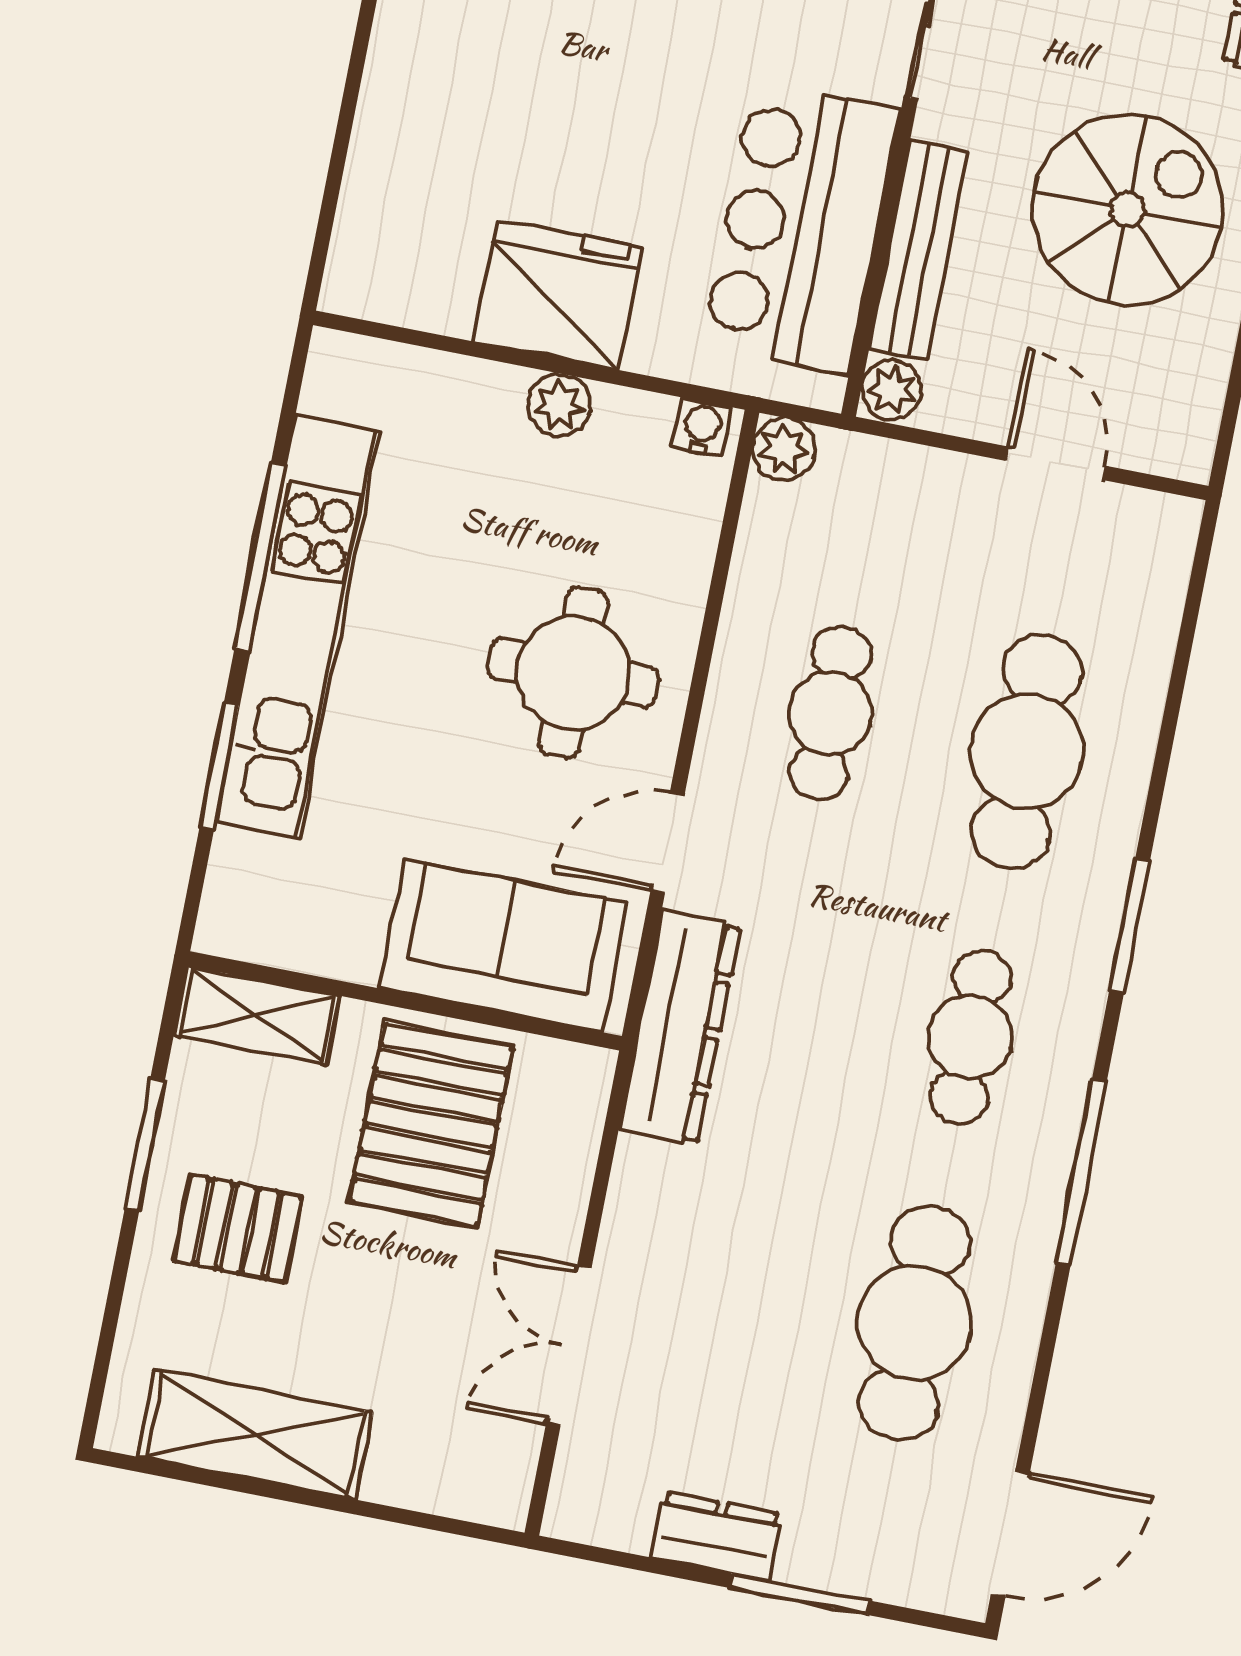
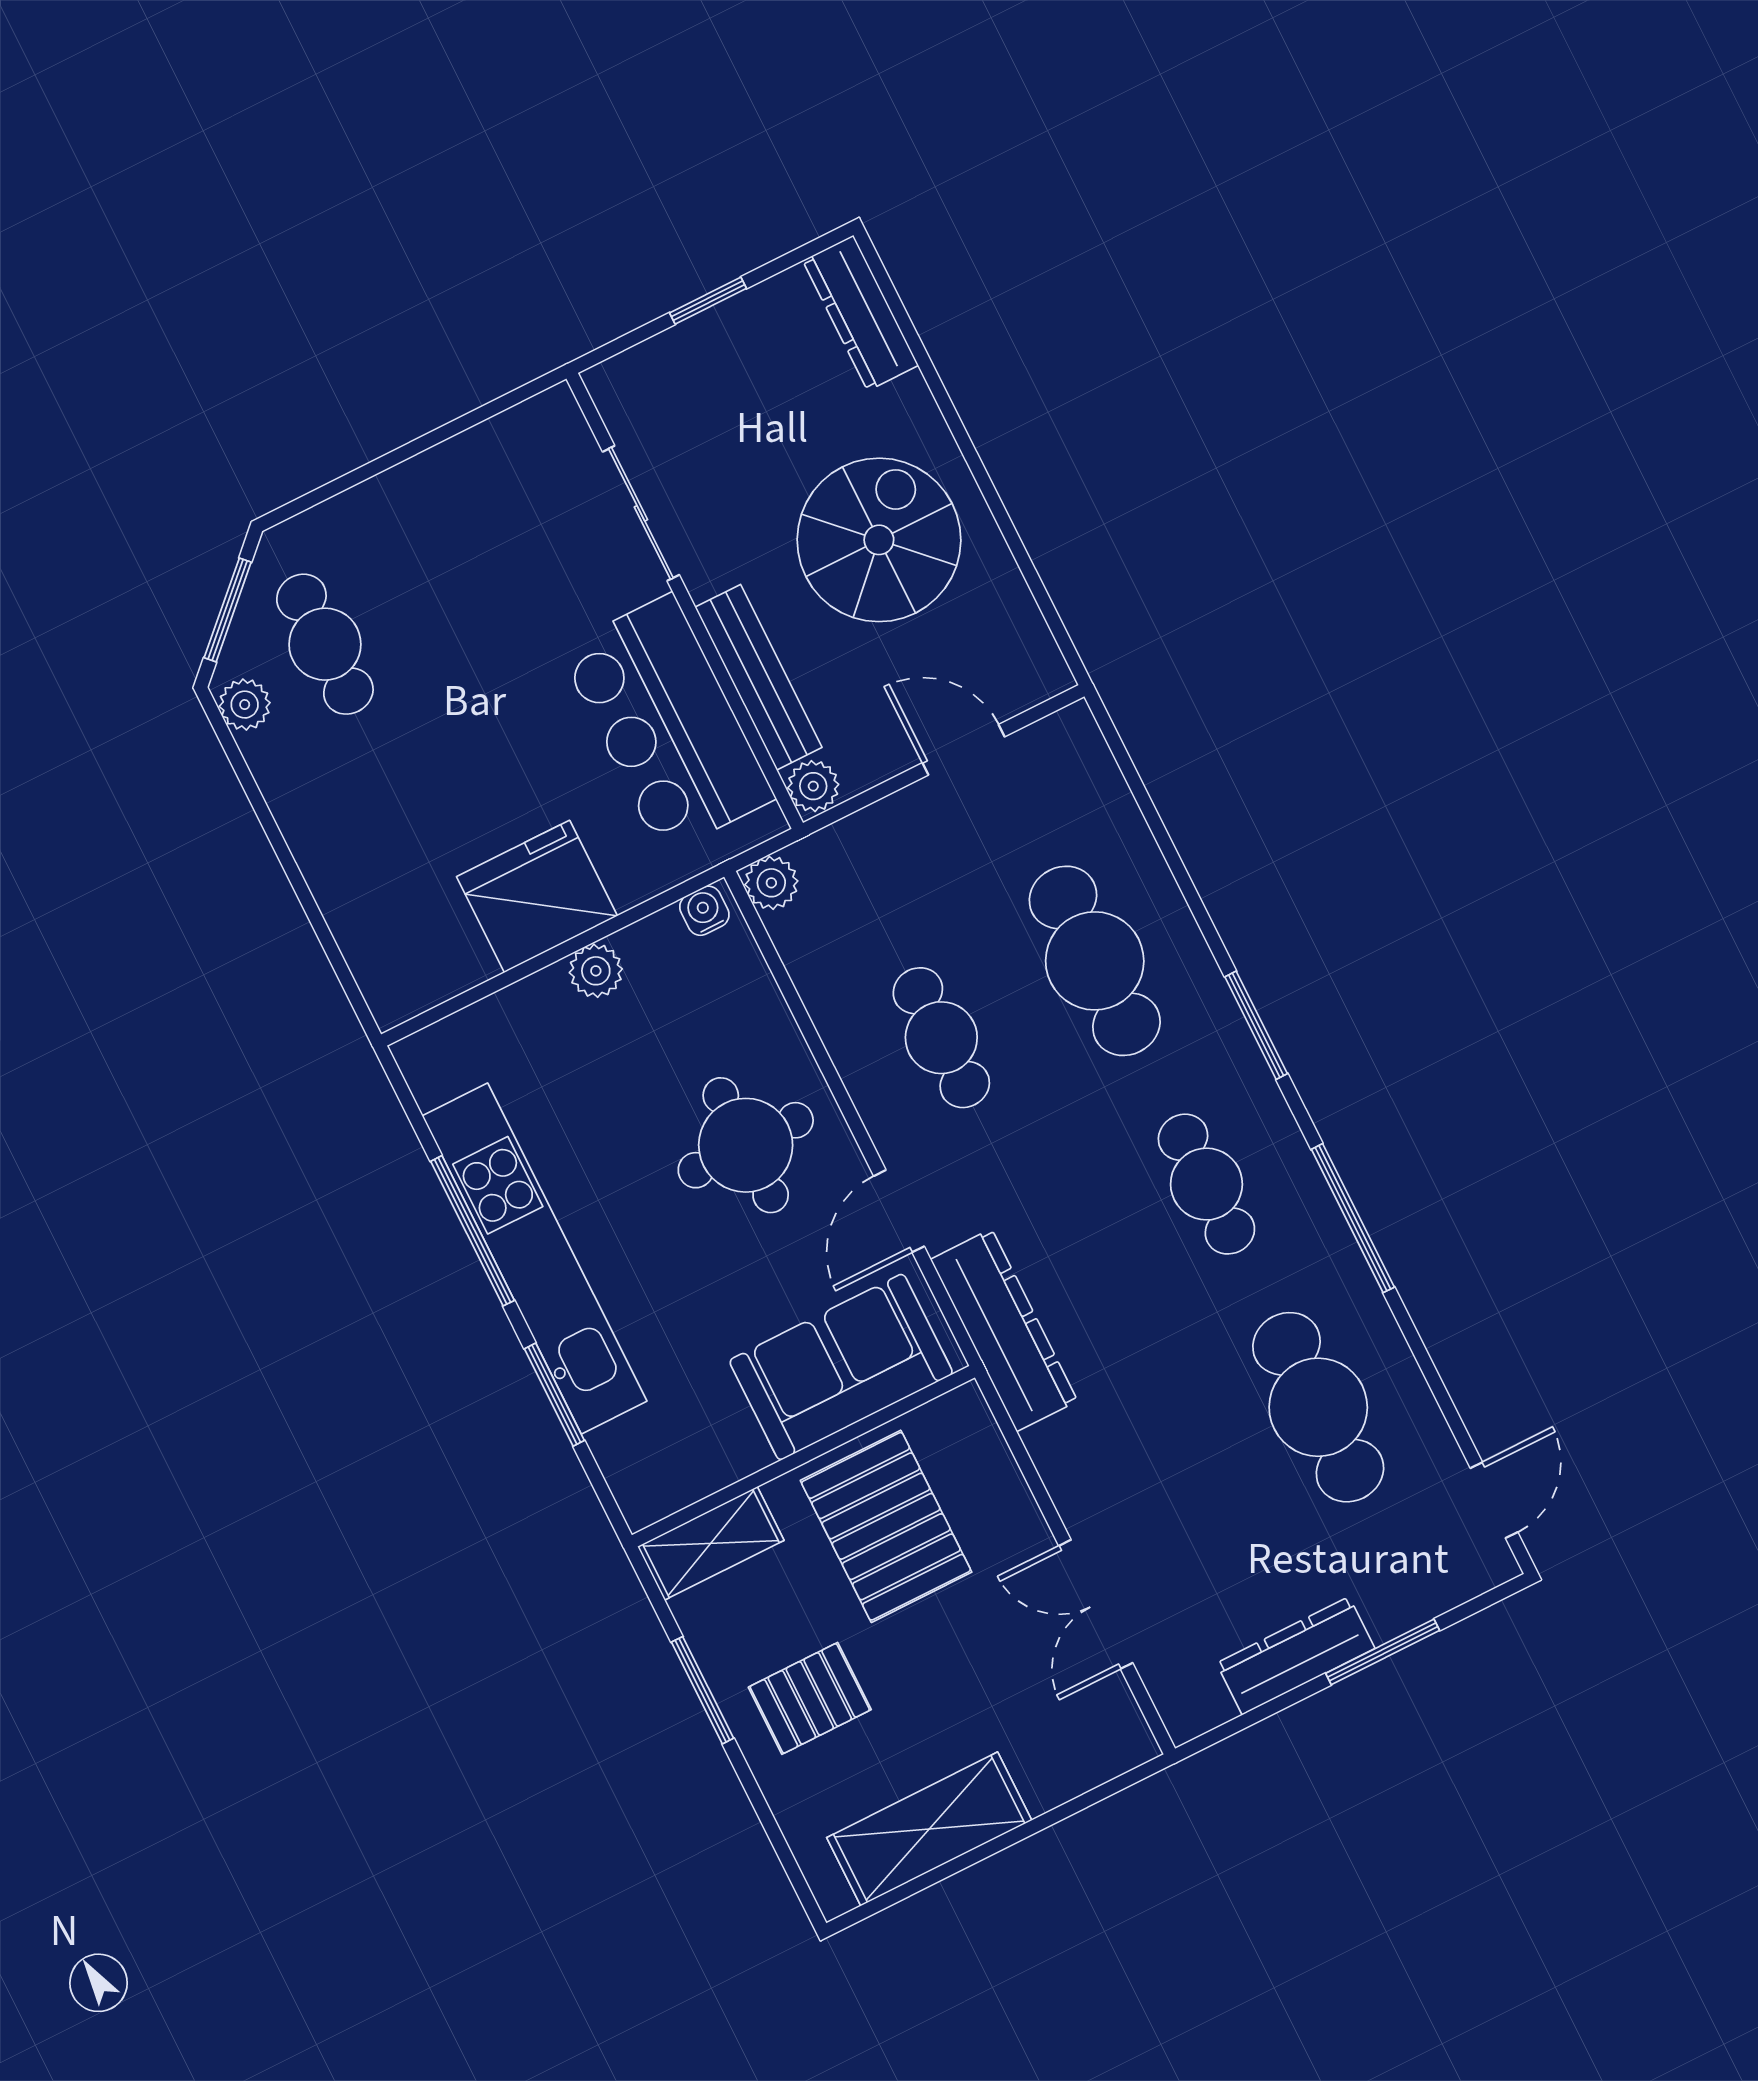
door: (1010, 1534) -> (1494, 1500), width x0.73
dresser: (716, 1536) -> (1296, 1656), width x1.44

